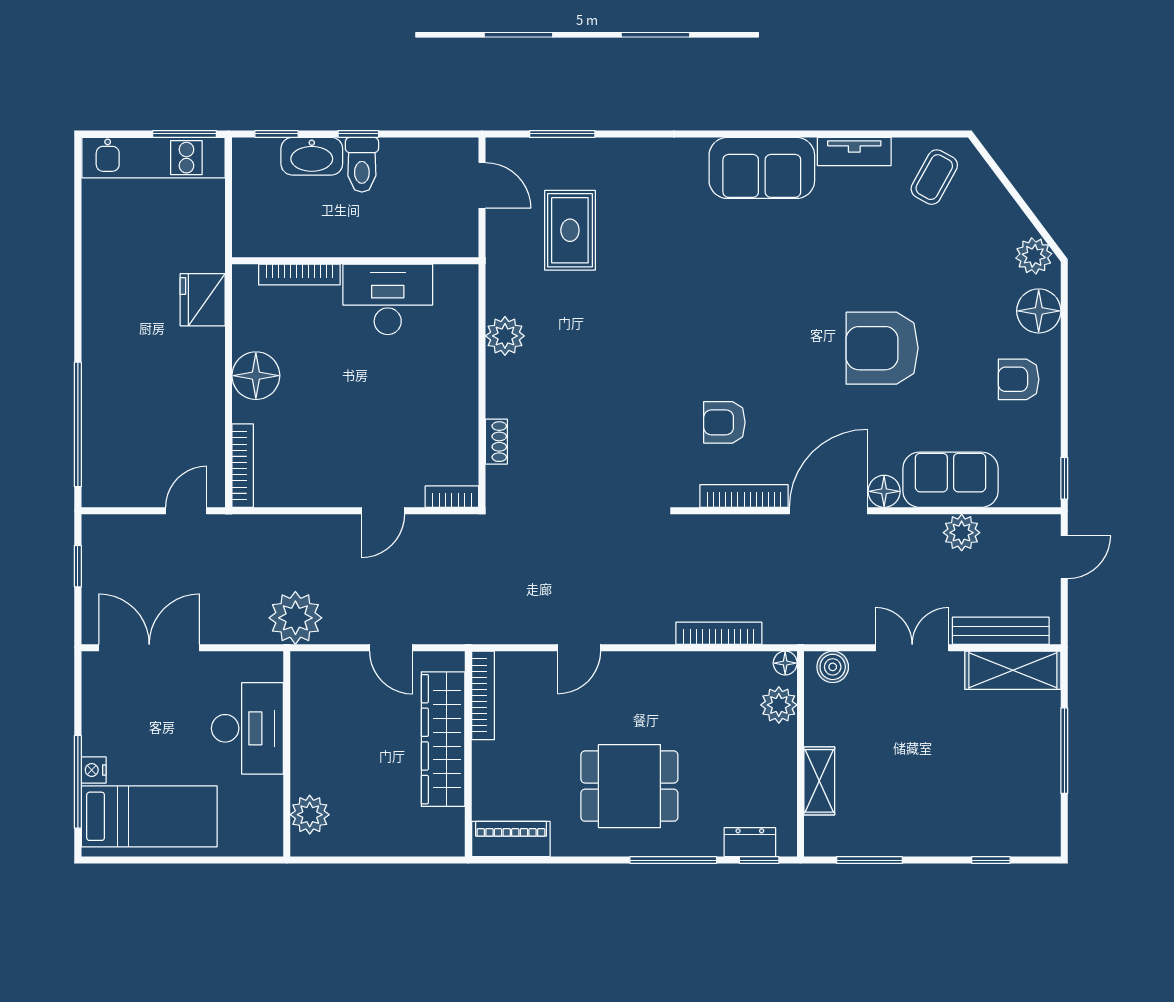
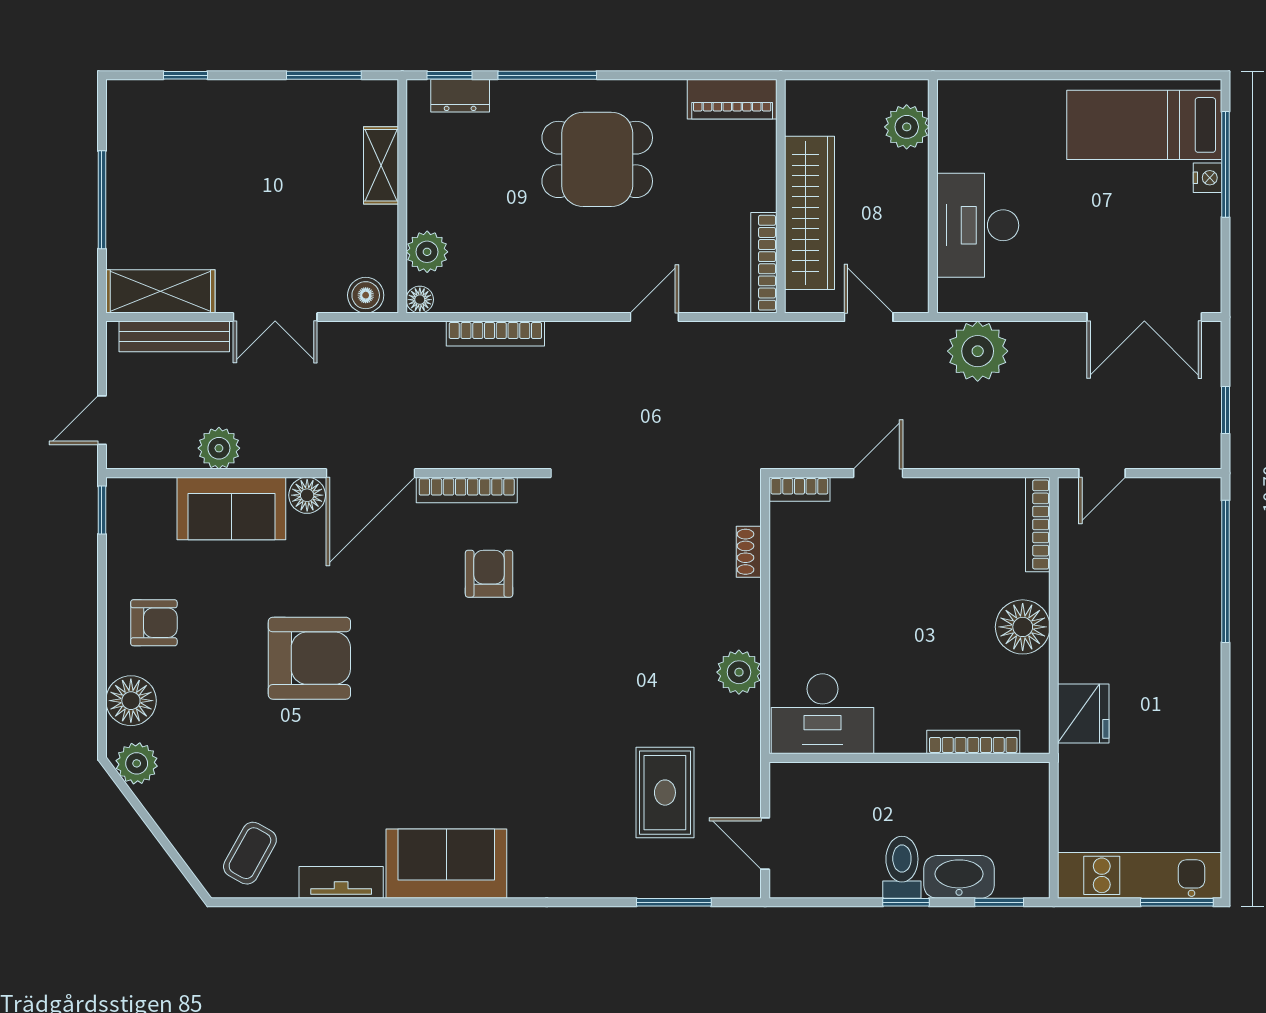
window: (185, 134) -> (1177, 902), moved
desk: (388, 299) -> (822, 714), moved
armchair: (724, 422) -> (489, 574), turned -90
desk: (247, 728) -> (978, 225), moved
wall: (287, 754) -> (933, 196), moved
plant: (310, 815) -> (907, 127), moved

